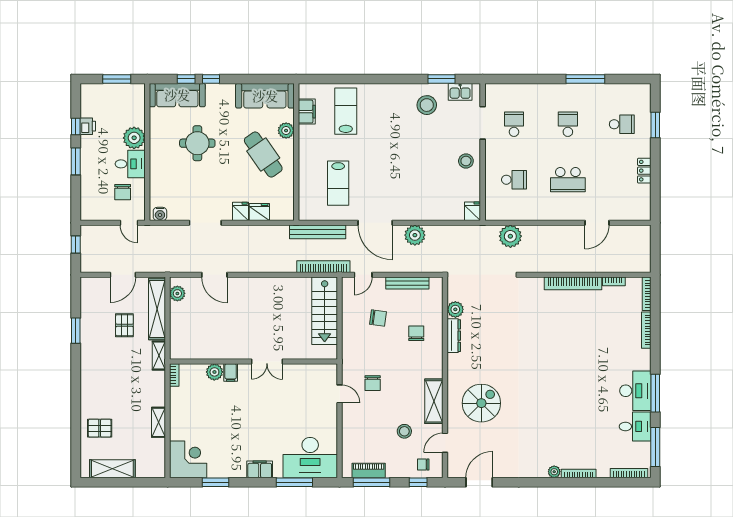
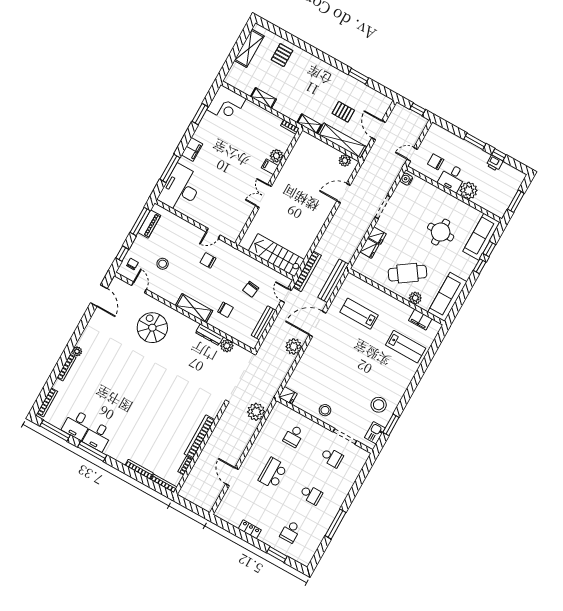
desk: (635, 391) -> (98, 436), width x0.73
shelving: (434, 401) -> (194, 308), moved
spiral stairs: (481, 403) -> (152, 328), turned 180

